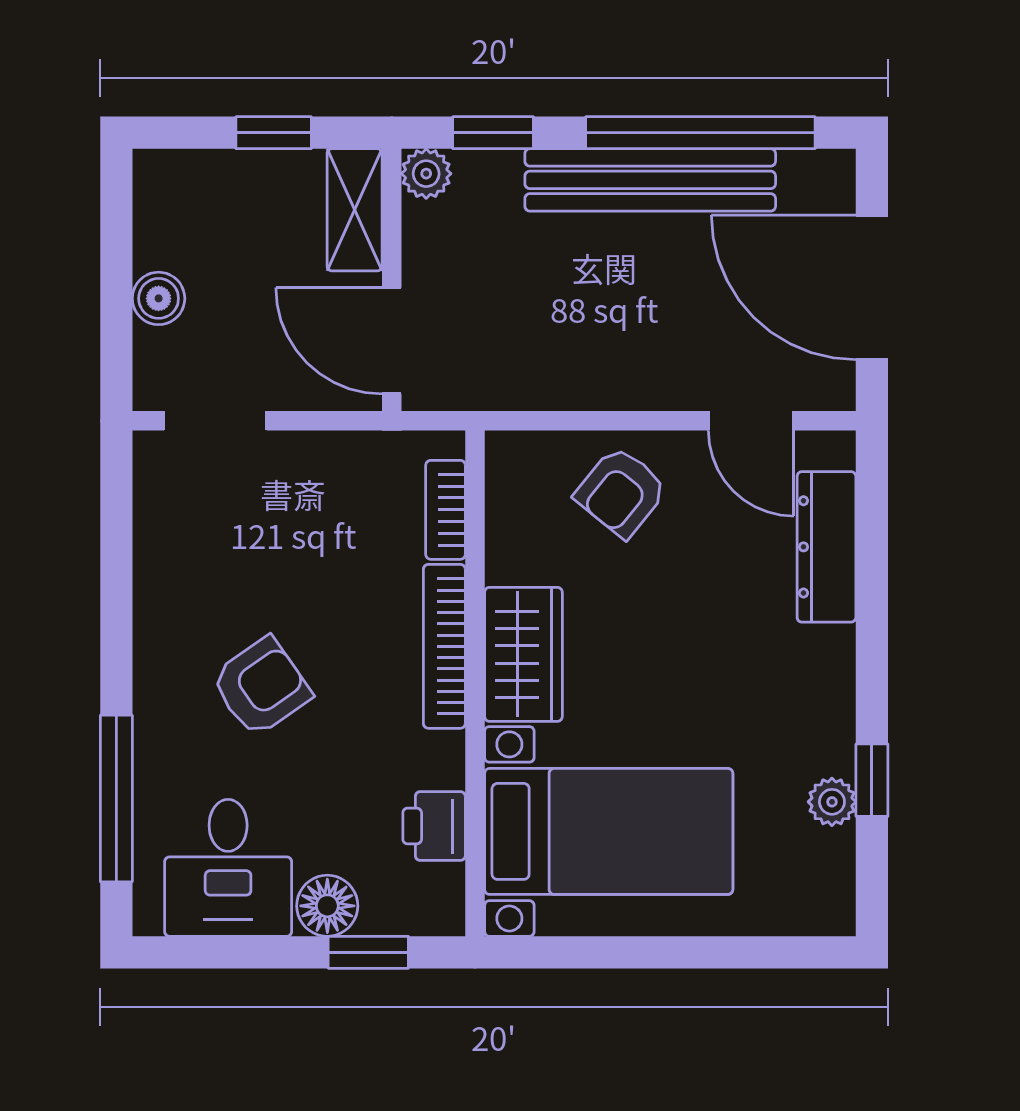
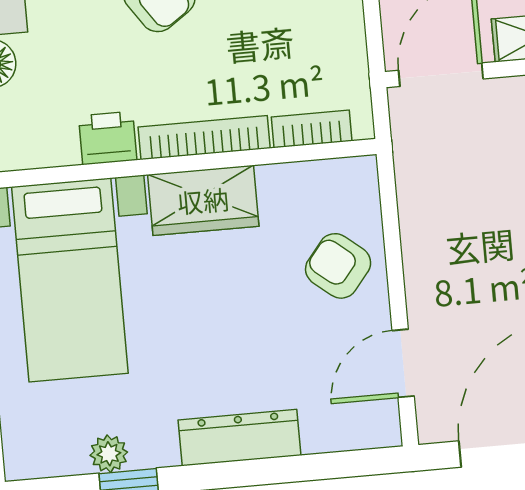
dresser: (826, 547) -> (239, 438), moved
printer: (434, 826) -> (108, 138), moved

